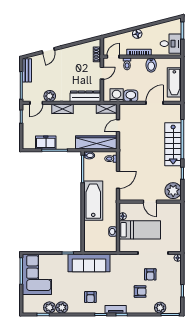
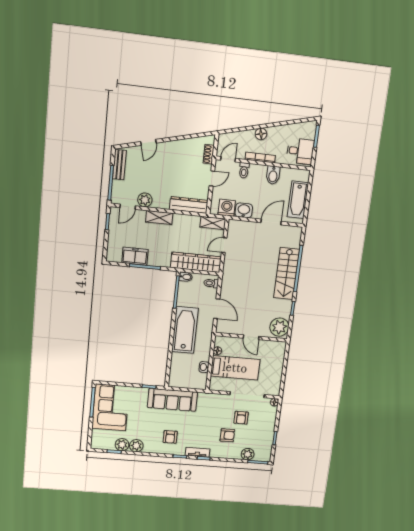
door: (118, 180) -> (217, 309), hinge flipped

